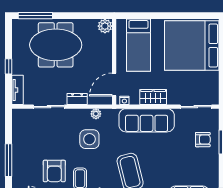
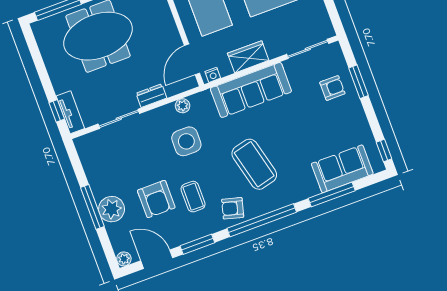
window: (9, 66) -> (57, 111), moved
plant: (21, 167) -> (112, 209), added

